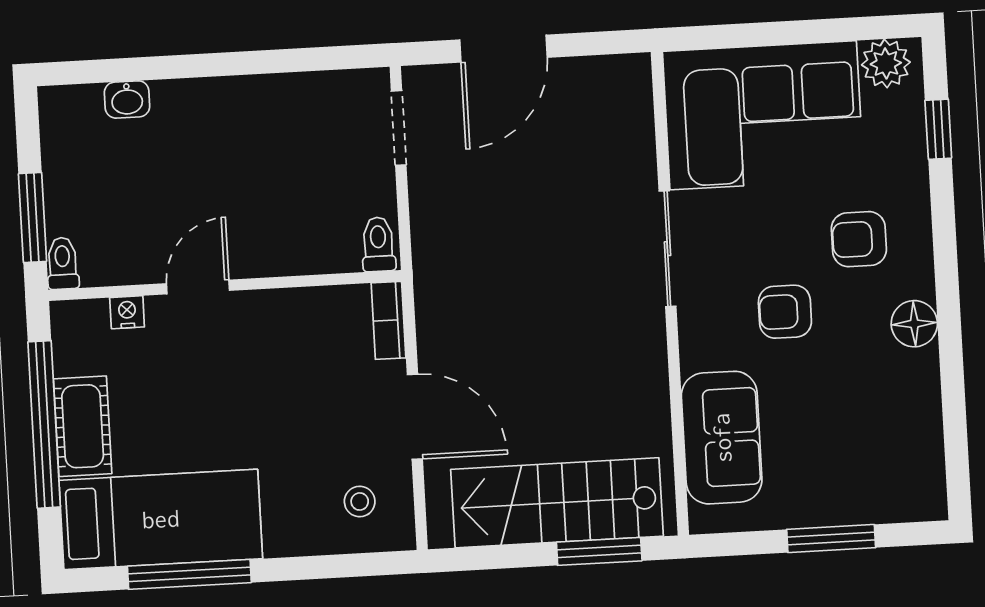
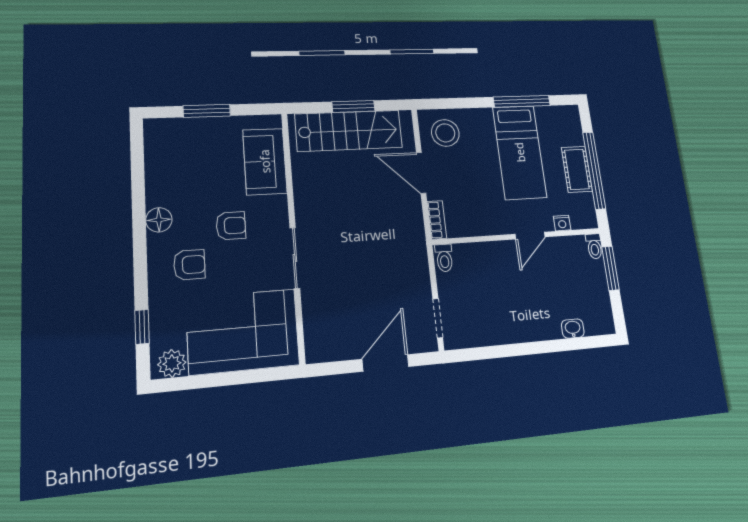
stool: (360, 502) -> (445, 133), width x1.89, depth x1.89
bed: (161, 519) -> (520, 152), moved, turned -90
window: (599, 551) -> (353, 106), moved

